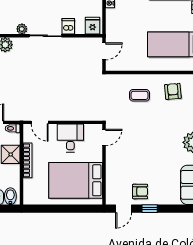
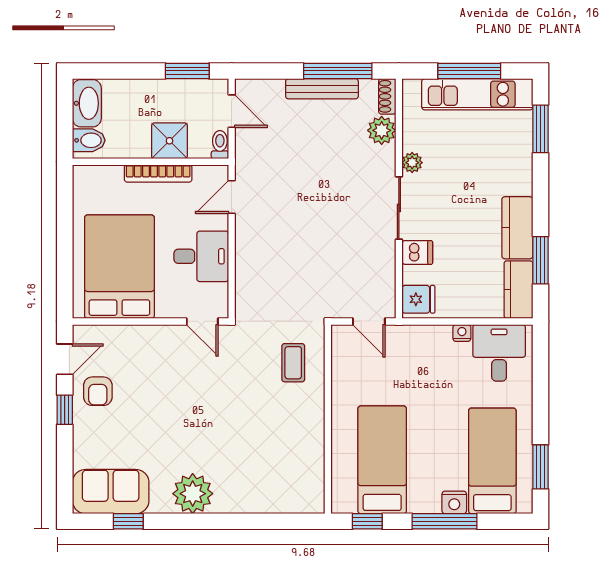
armchair: (173, 91) -> (291, 455), removed
coffee table: (139, 95) -> (293, 363), moved
door: (124, 209) -> (65, 359), swing flipped

